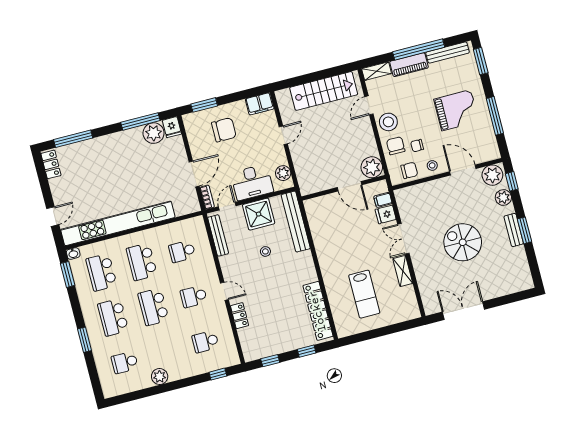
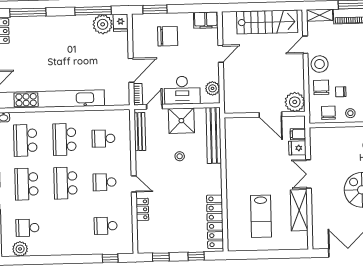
chair: (409, 170) -> (328, 113), turned -90
shelving: (403, 271) -> (299, 210), width x1.50, depth x1.33
plant: (160, 377) -> (20, 249), moved

